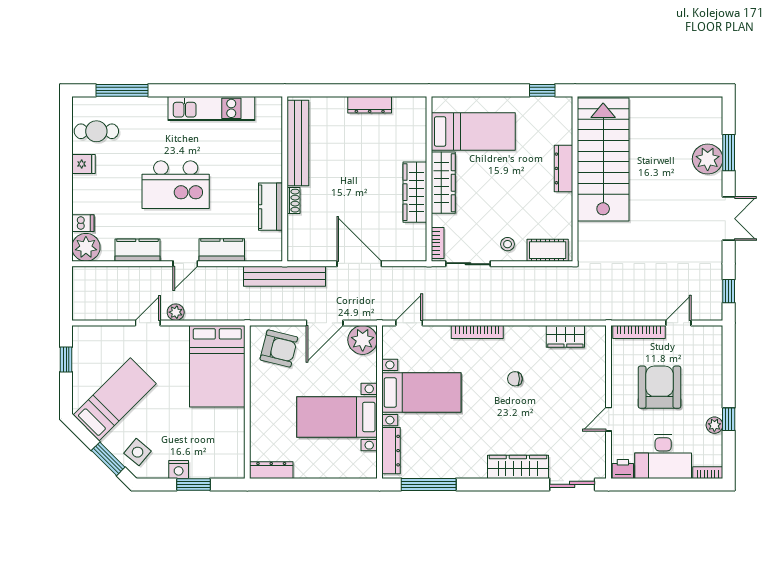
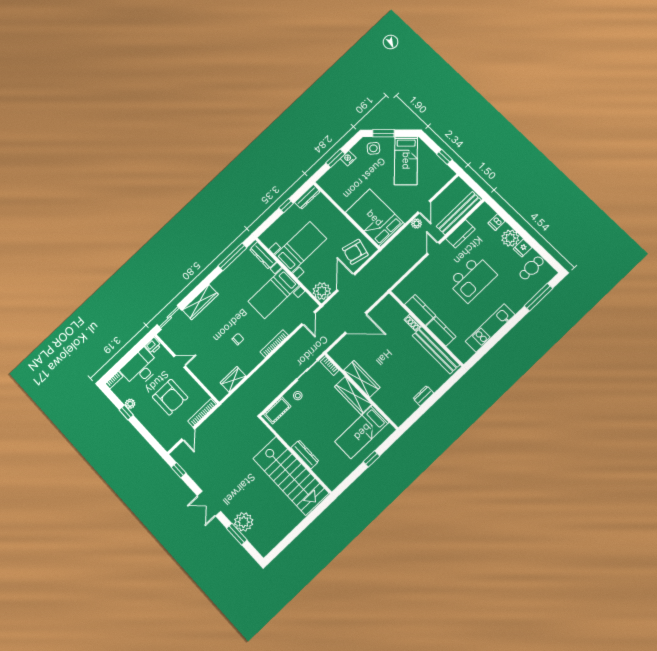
window: (542, 90) -> (371, 459), moved
dresser: (370, 105) -> (423, 396), width x0.70
kitchen island: (176, 185) -> (472, 279), turned 180
plant: (86, 247) -> (510, 238), moved
kitchen counter: (222, 250) -> (441, 331), moved, turned -90
bench: (284, 276) -> (459, 213), moved
door: (609, 419) -> (180, 361), hinge flipped
window: (306, 484) -> (286, 206), added

